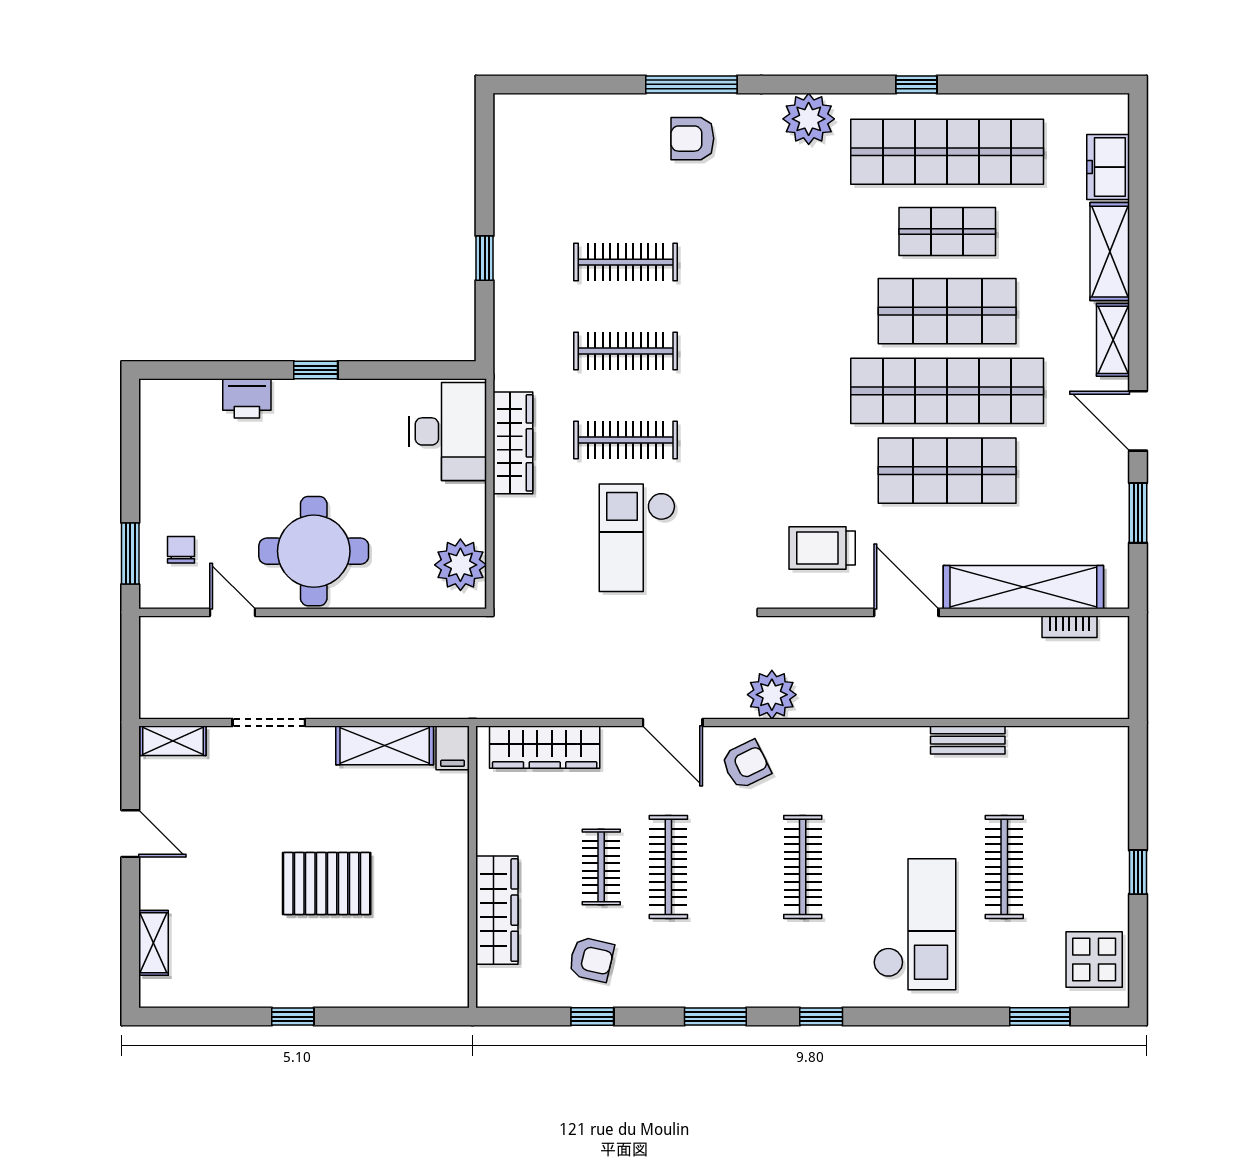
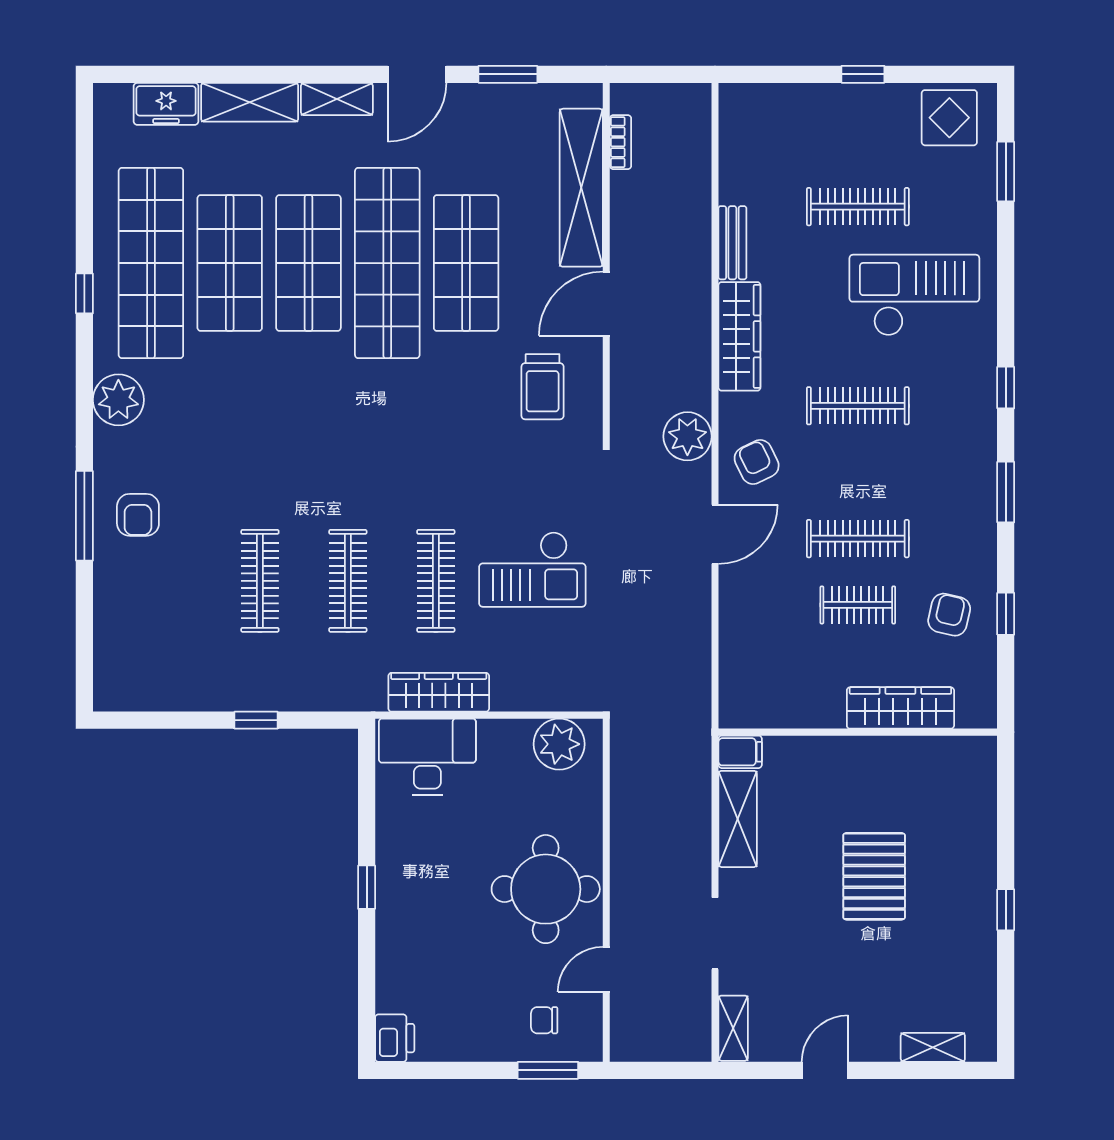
shop shelf: (947, 231) -> (230, 263), width x1.43, depth x1.36
printer: (247, 398) -> (395, 1038), moved
wardrobe: (545, 747) -> (739, 336), moved

